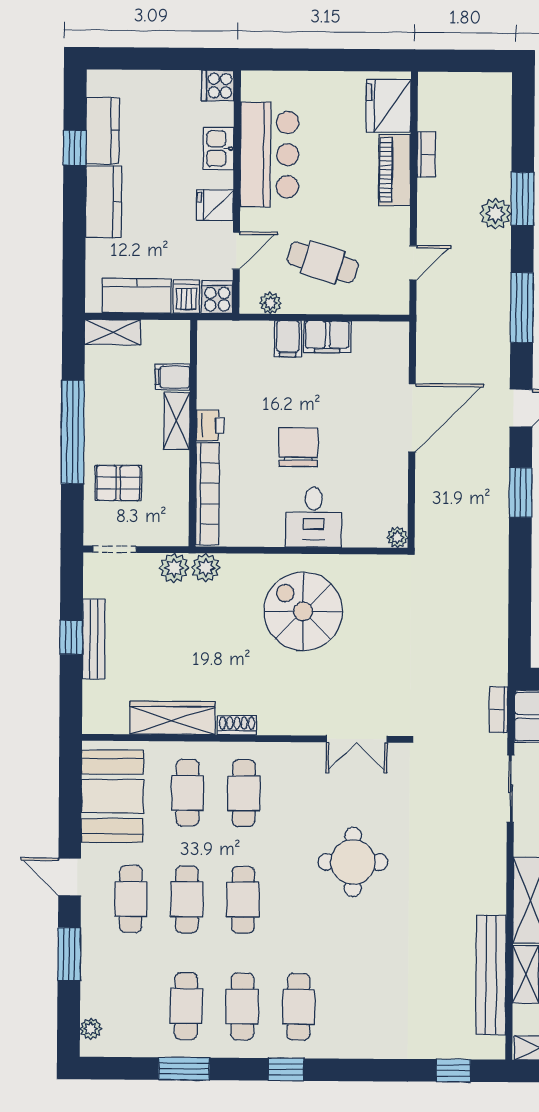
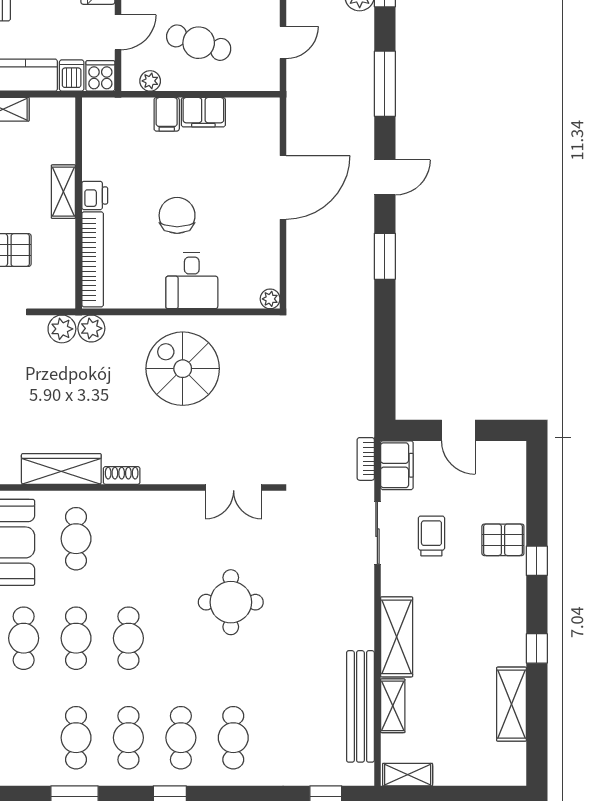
filing cabinet: (173, 377) -> (59, 151), removed
cafe table: (244, 793) -> (233, 738), moved

